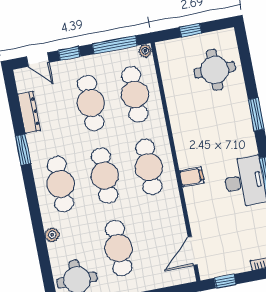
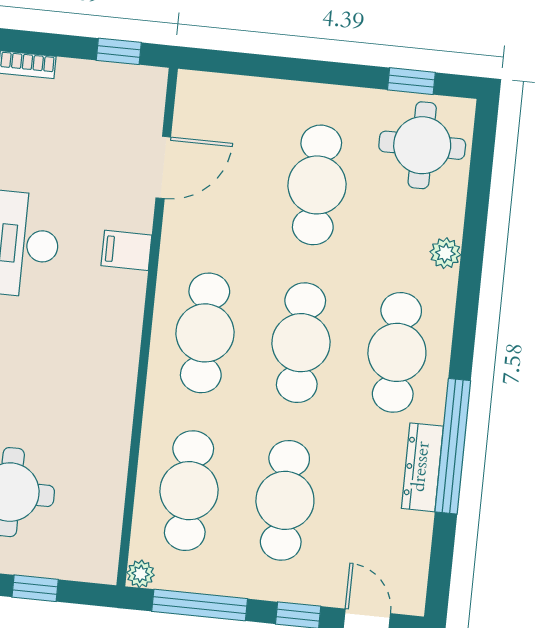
dresser: (29, 112) -> (422, 467), moved
window: (23, 150) -> (453, 446), width x2.11
filing cabinet: (192, 177) -> (126, 250), moved
door: (193, 251) -> (163, 167), moved

